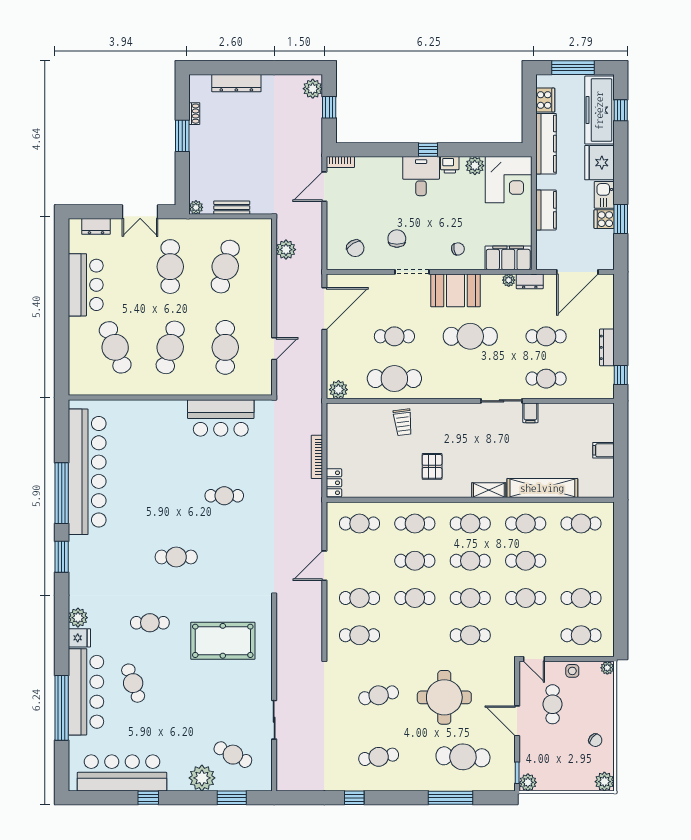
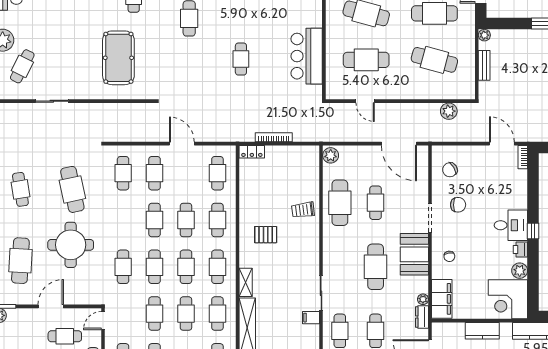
cafe table: (379, 695) -> (72, 189), width x1.37, depth x1.35

